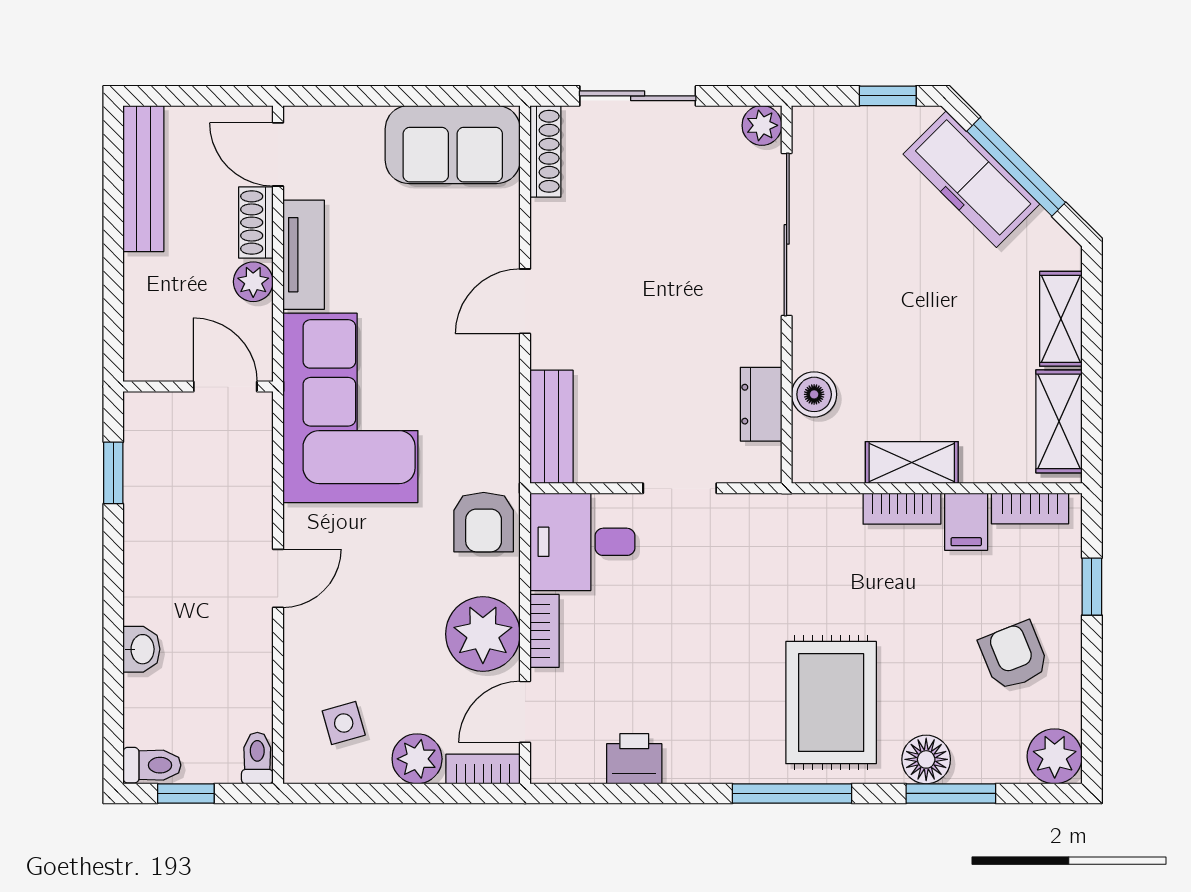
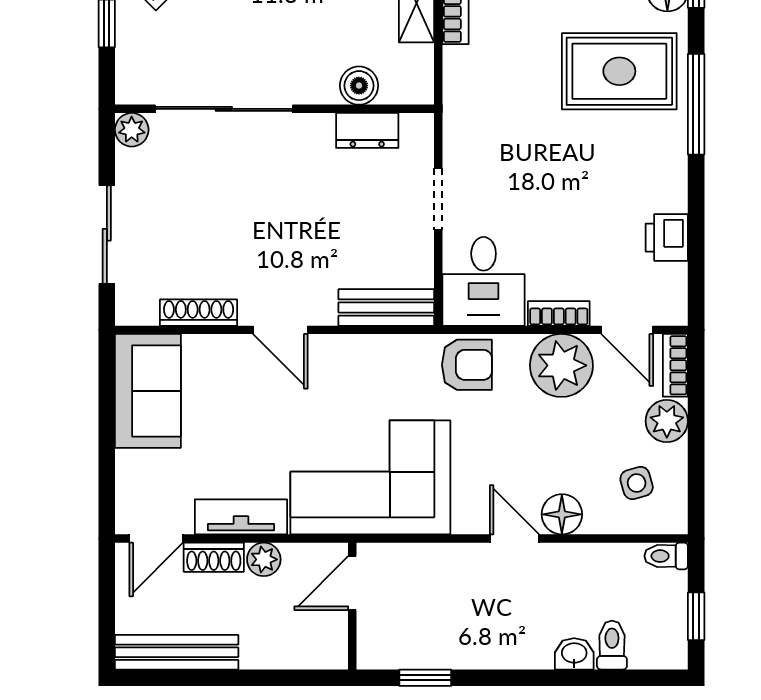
shoe rack: (545, 151) -> (199, 313), moved
floor lamp: (307, 635) -> (562, 514), added
toilet: (152, 765) -> (612, 645), moved

